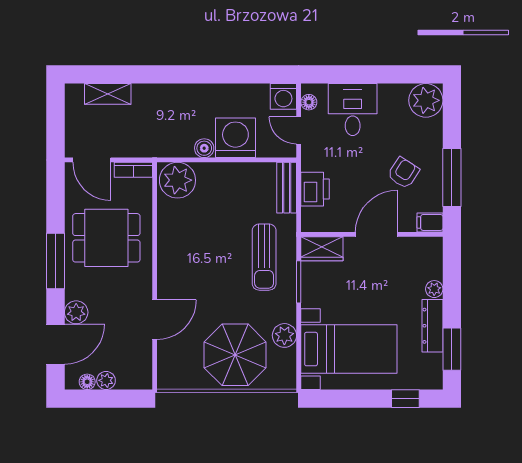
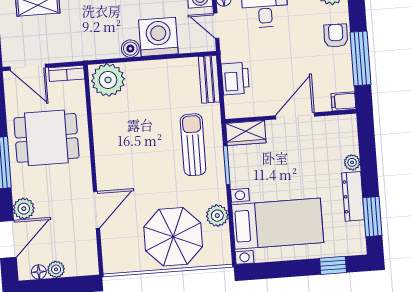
armchair: (403, 173) -> (336, 36), moved, turned -32
sun lounger: (264, 257) -> (193, 145), turned 180

